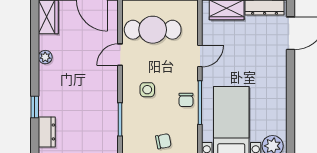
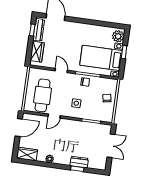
door: (120, 55) -> (54, 116), hinge flipped
dresser: (47, 132) -> (79, 162), moved

